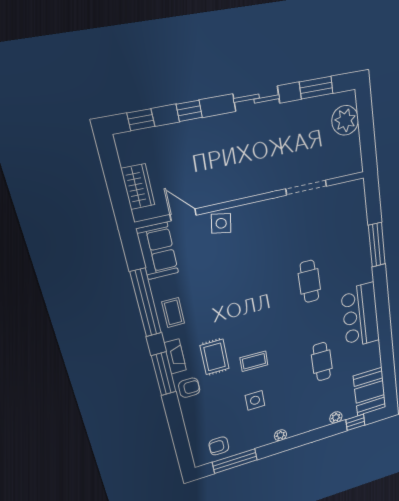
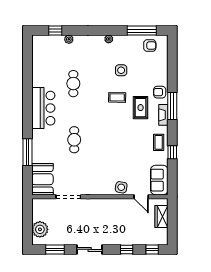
window: (146, 303) -> (172, 152), width x0.32
booth: (370, 392) -> (42, 179), moved

